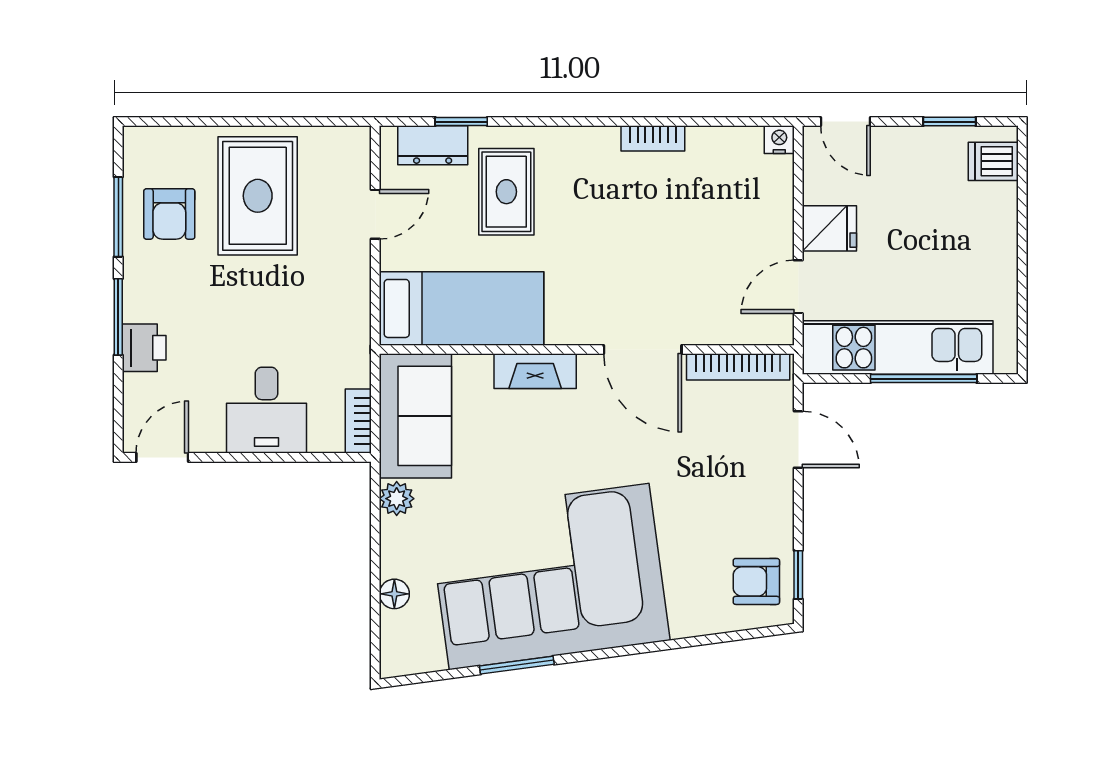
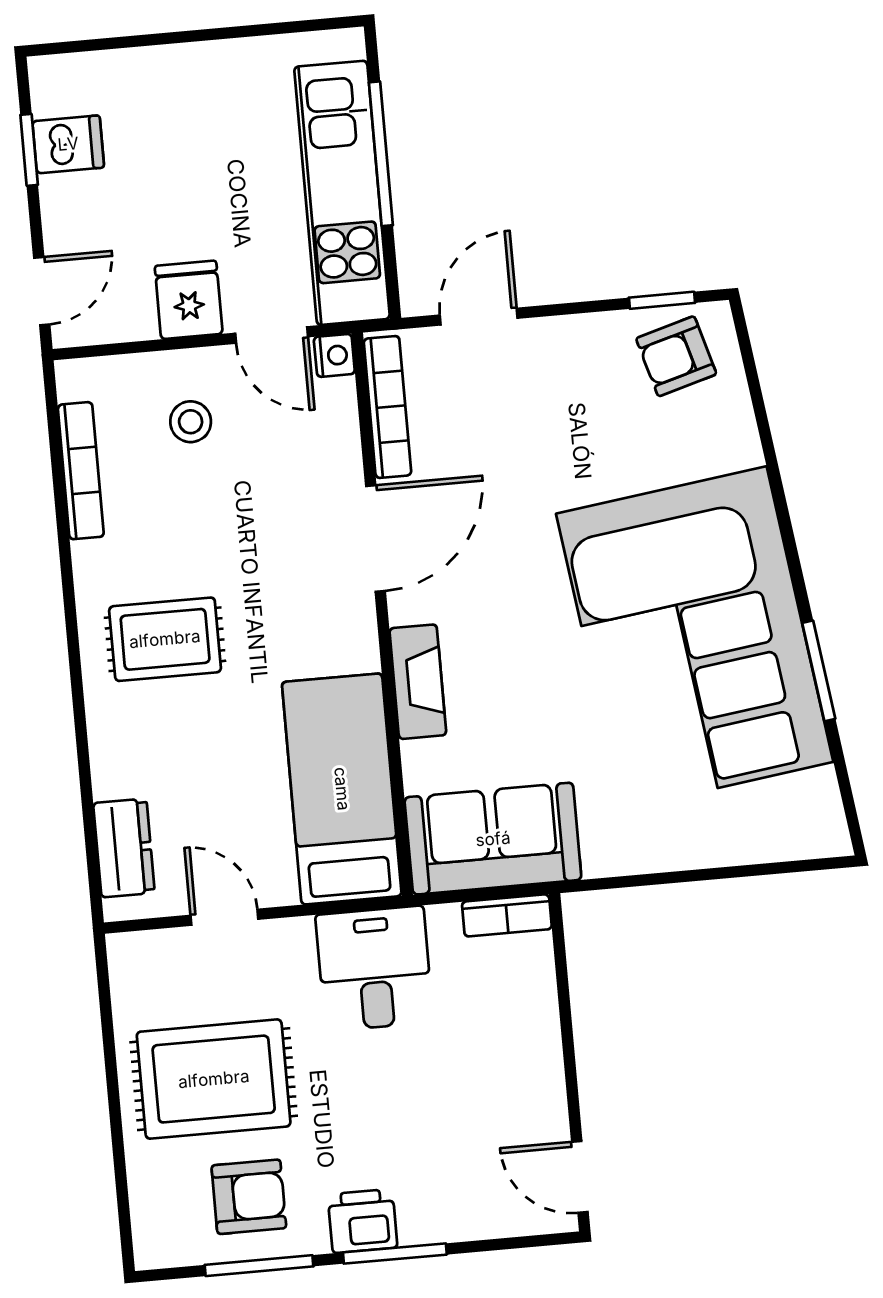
window: (461, 122) -> (88, 812), removed
bookcase: (653, 138) -> (81, 471), moved, width x1.56
nightstand: (779, 140) -> (334, 355), moved, turned 180
dishwasher: (993, 161) -> (68, 144), moved, turned -90
rug: (506, 192) -> (165, 639), moved
stool: (740, 222) -> (191, 422), added
printer: (144, 348) -> (363, 1221), moved
desk: (266, 410) -> (374, 969), moved, turned -90
plant: (397, 499) -> (607, 854), removed
armchair: (756, 581) -> (676, 356), turned 74
floor lamp: (394, 594) -> (737, 846), removed

